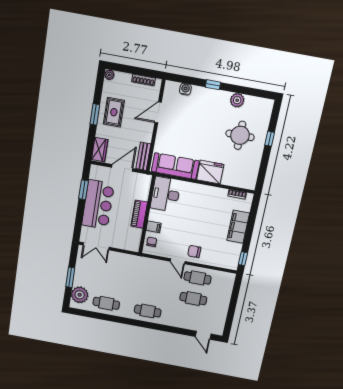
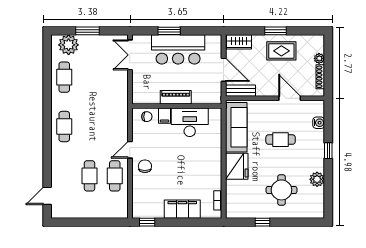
plant: (109, 75) -> (319, 58), moved
cafe table: (194, 128) -> (281, 140), added
window: (270, 139) -> (262, 222), moved
window: (83, 190) -> (169, 31), moved
desk: (166, 194) -> (190, 122), moved

